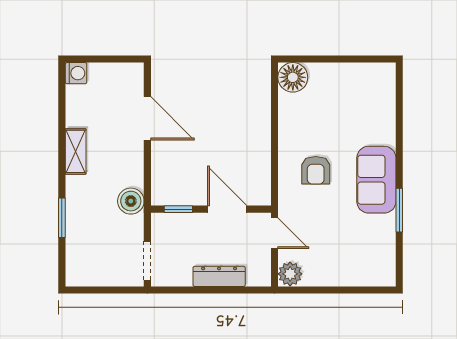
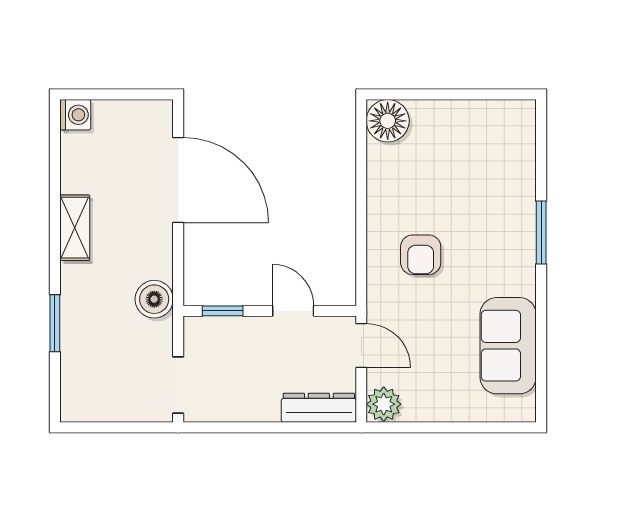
door: (147, 118) -> (178, 180), width x1.36
sofa: (376, 180) -> (508, 346), moved
door: (227, 209) -> (293, 311), width x0.73
window: (399, 210) -> (541, 233), moved
dresser: (219, 276) -> (319, 408), moved

